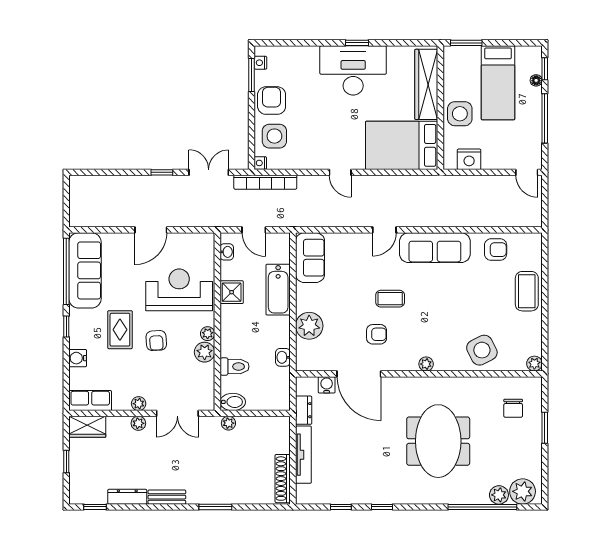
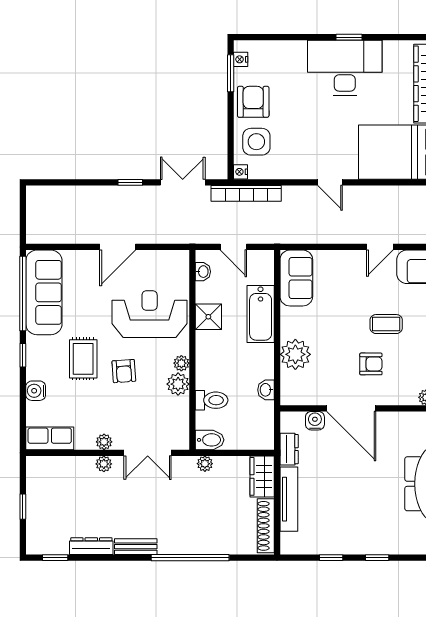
wardrobe: (87, 427) -> (262, 476), moved, turned 90
window: (215, 507) -> (190, 558), width x2.11

